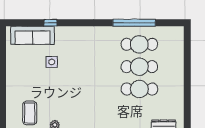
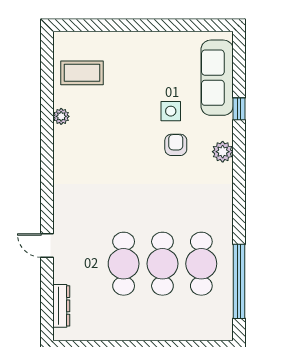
window: (134, 23) -> (239, 281), moved
plant: (75, 32) -> (223, 152), added
armchair: (71, 59) -> (176, 145), added

